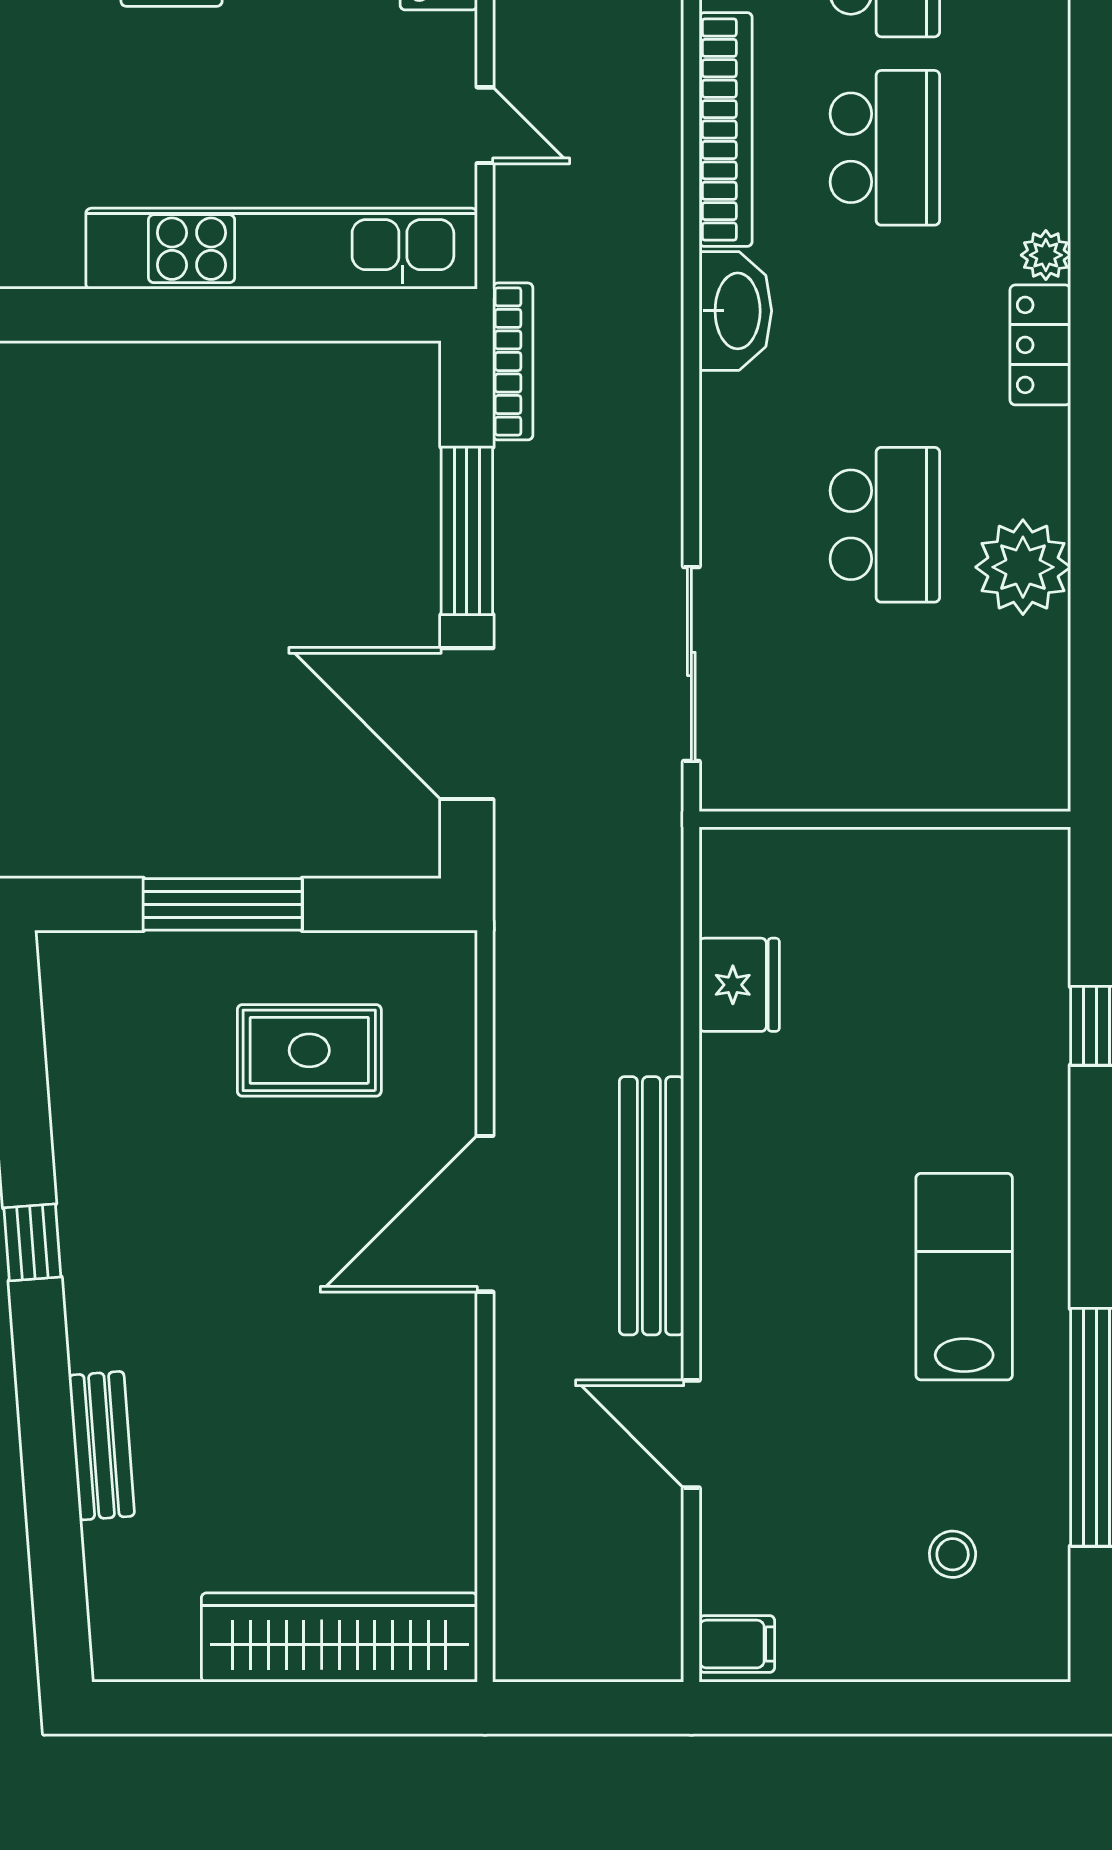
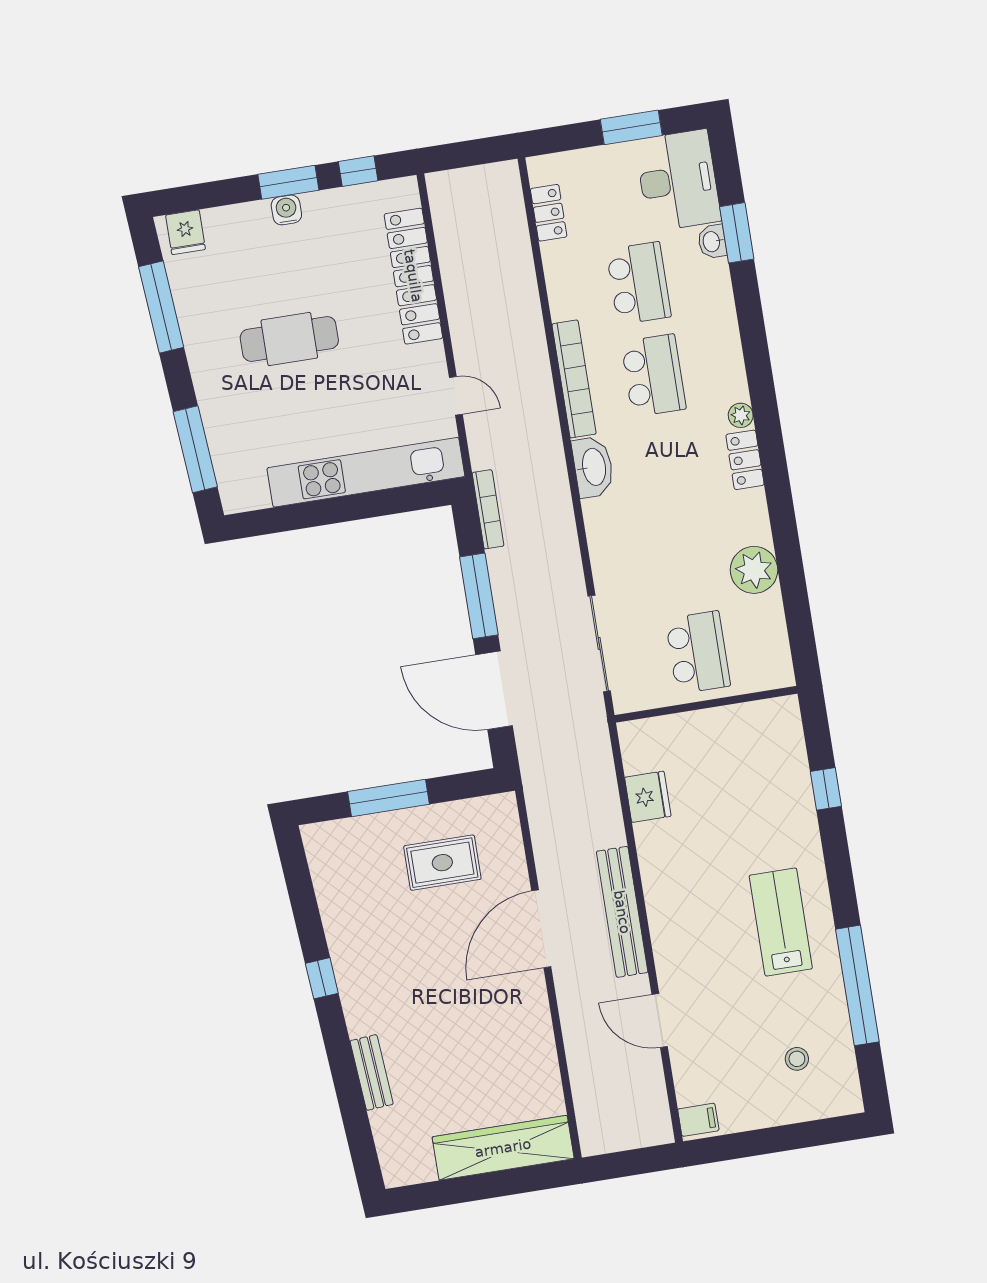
school desk: (885, 525) -> (698, 652), moved

